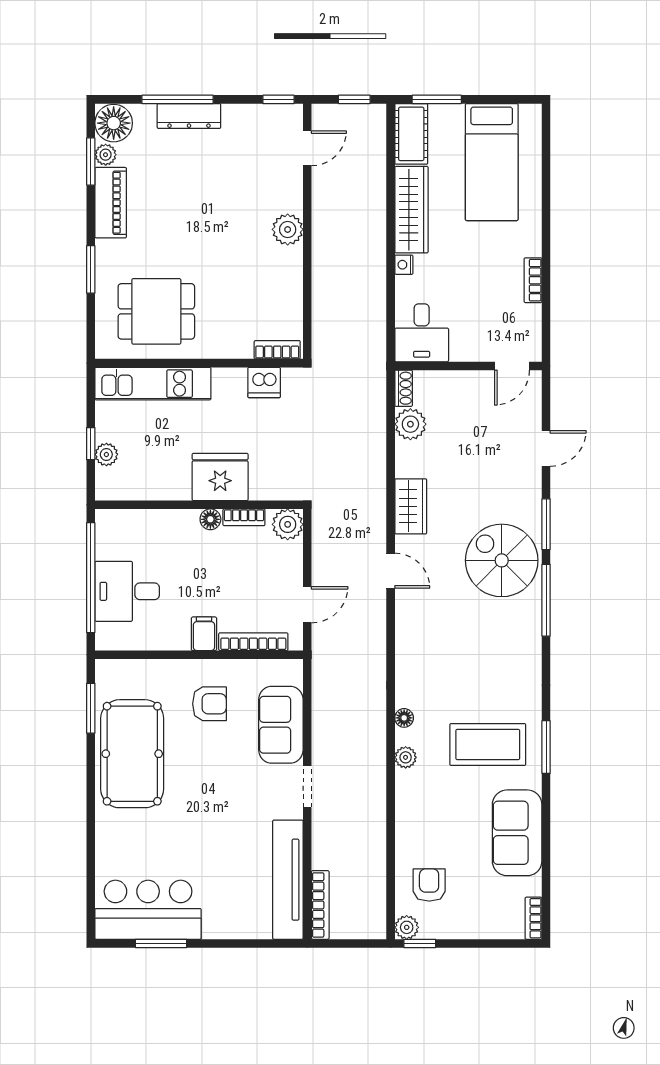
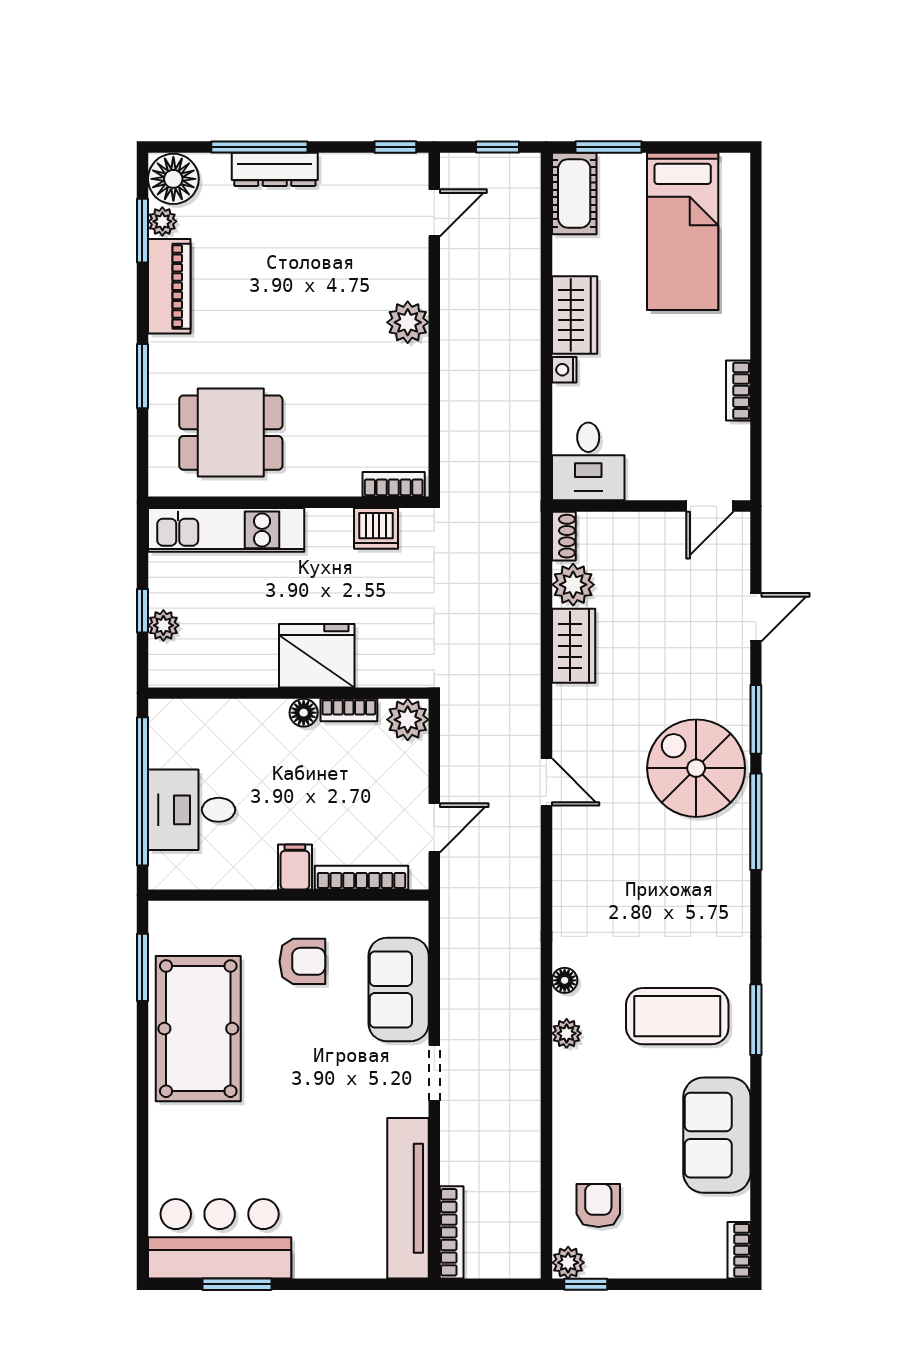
wardrobe: (411, 210) -> (575, 315), width x0.67
wardrobe: (411, 506) -> (574, 646), moved

